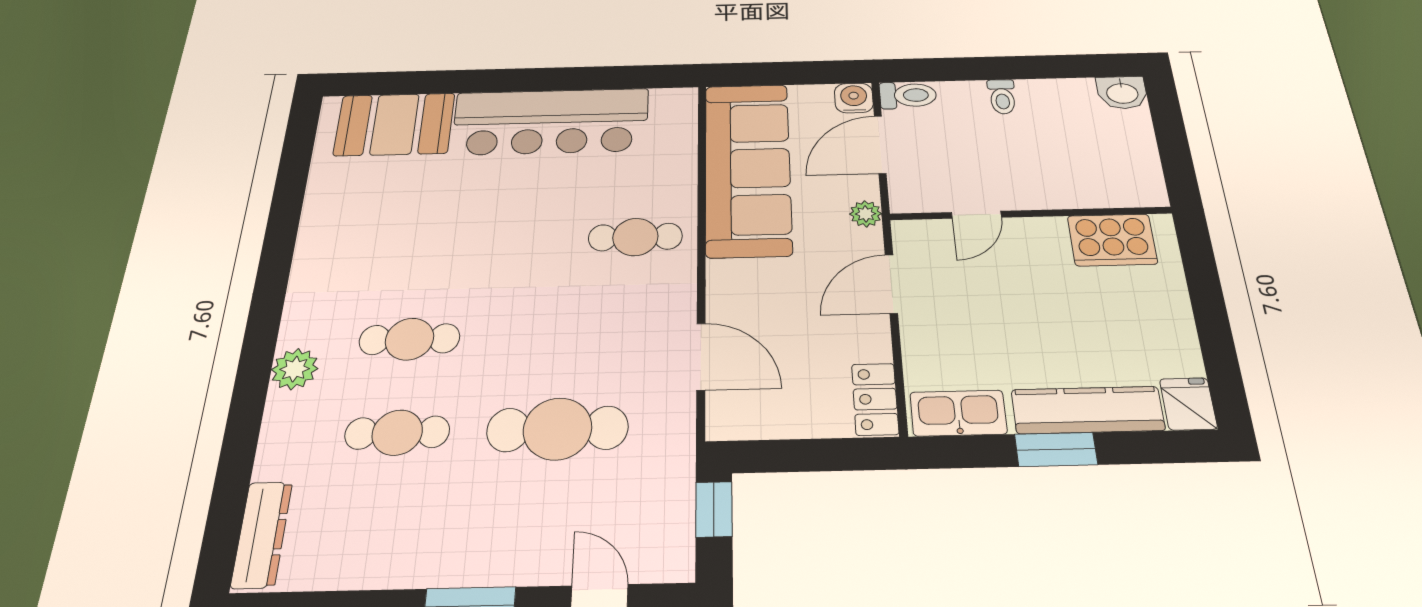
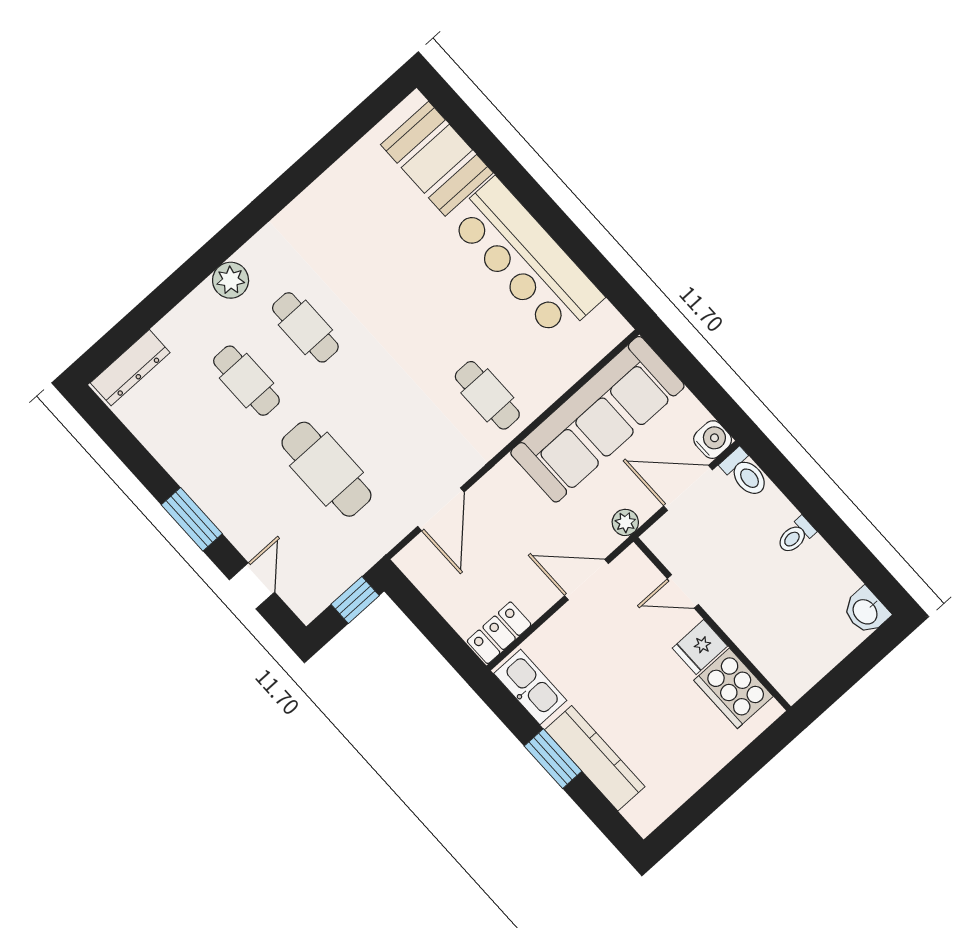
fridge: (1188, 404) -> (700, 647), moved, turned 180

